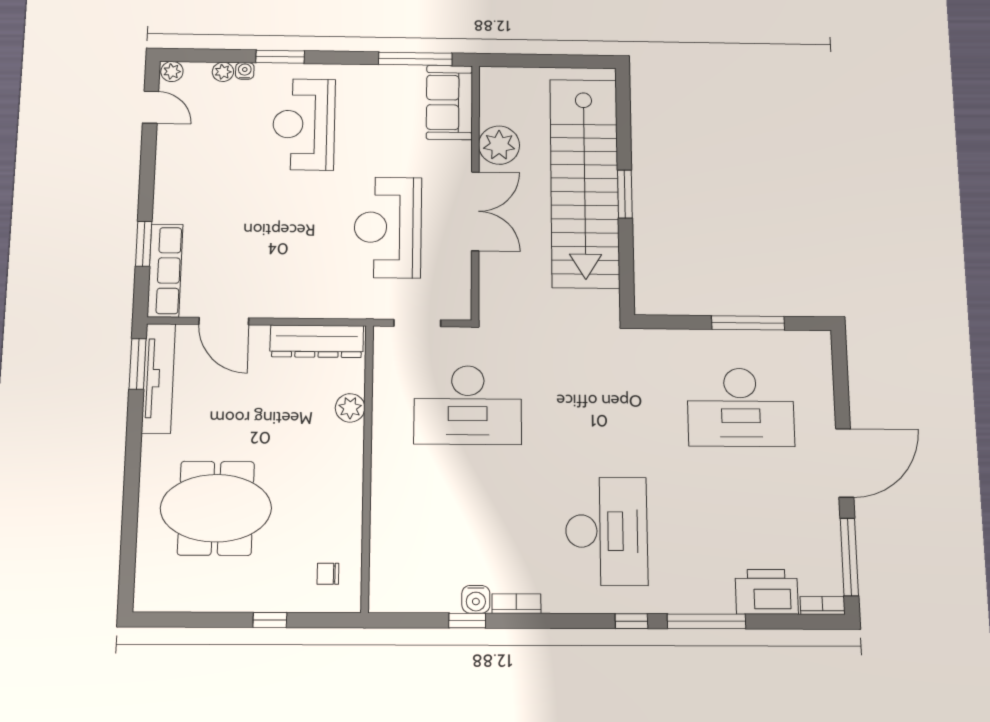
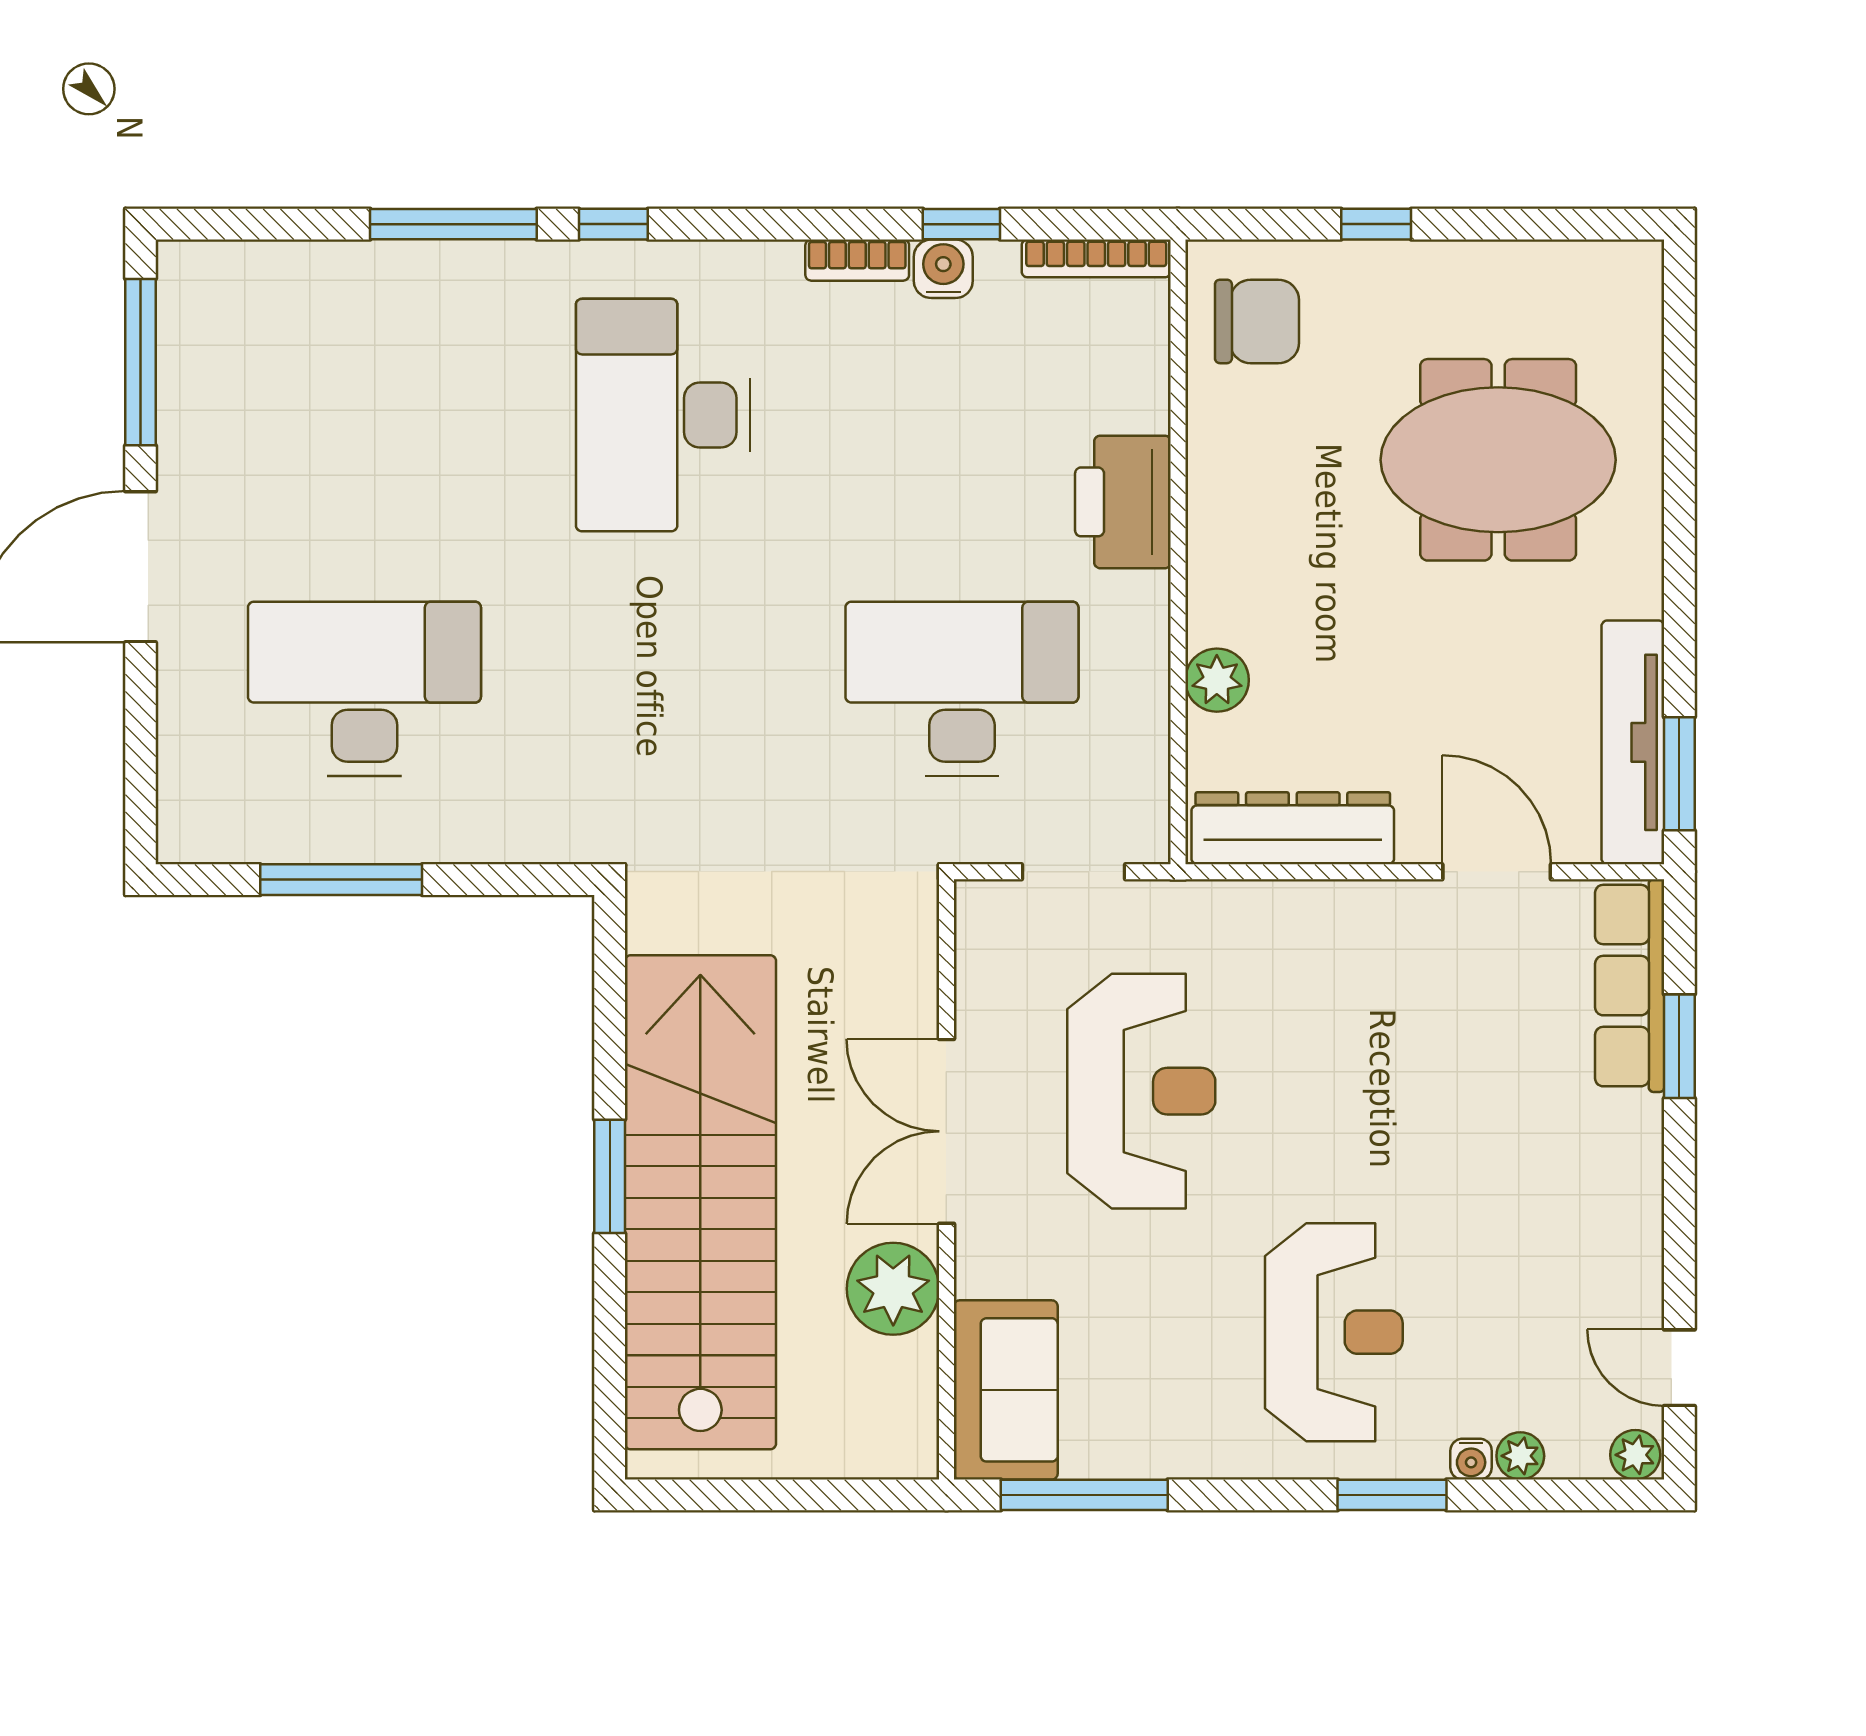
chair: (328, 574) -> (1257, 321), width x1.87, depth x1.87
printer: (767, 592) -> (1123, 502), moved, turned 90
bookcase: (823, 605) -> (1096, 258), moved, width x1.56

